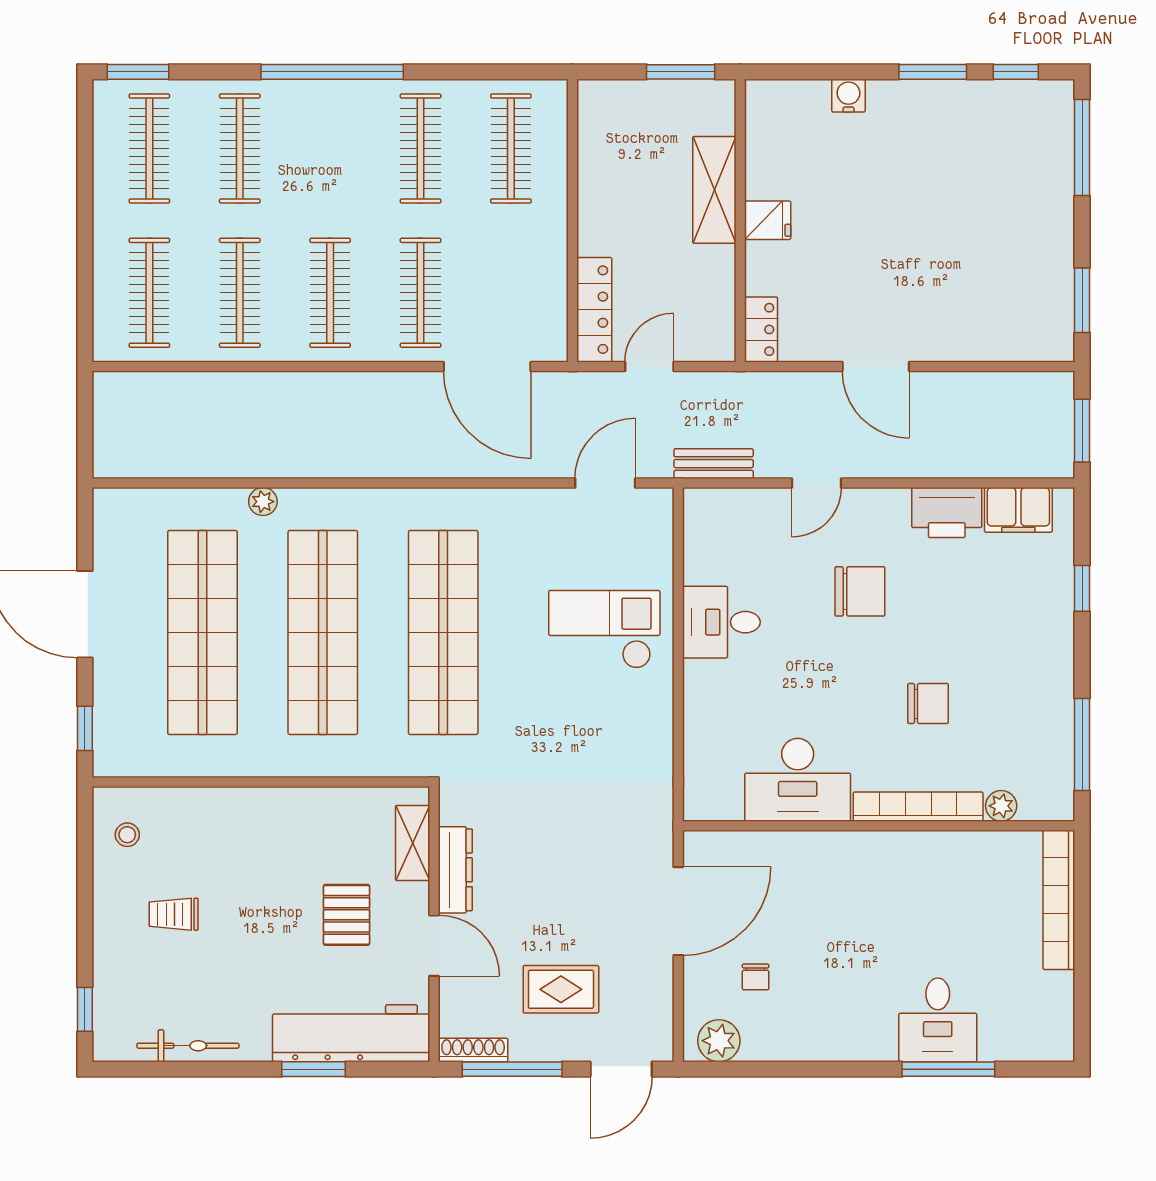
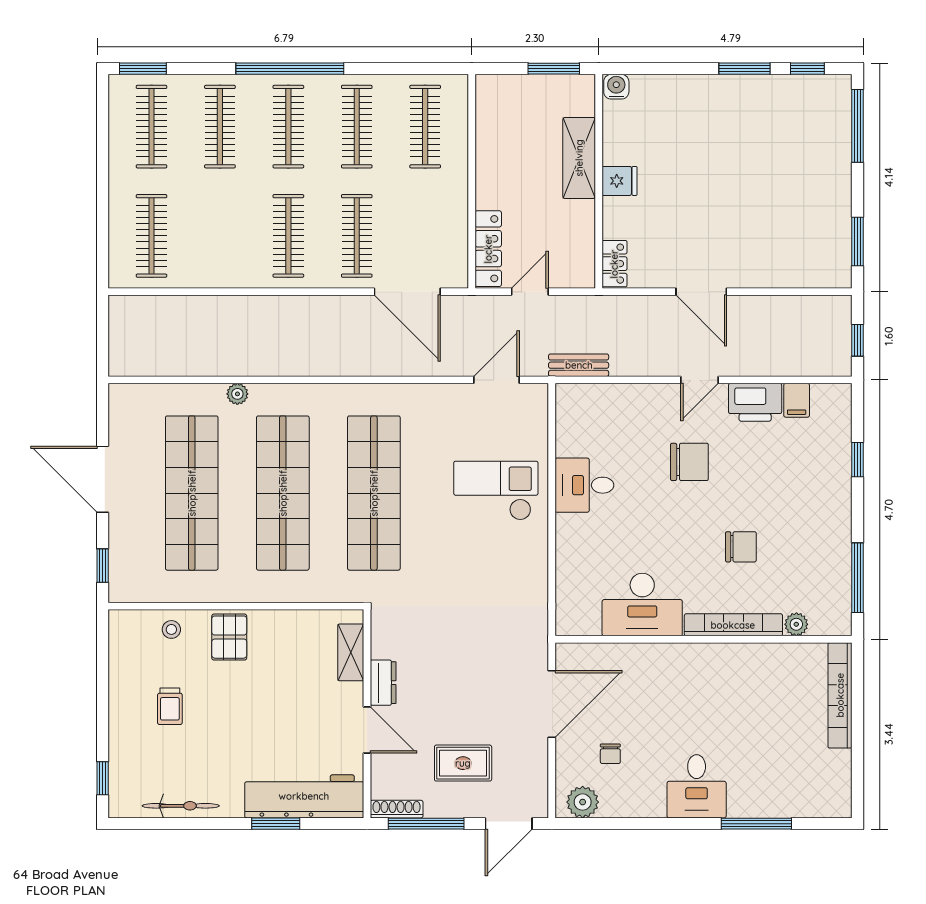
water cooler: (848, 96) -> (616, 87), moved
clothes rail: (240, 293) -> (288, 127), moved
window: (1082, 431) -> (858, 340), width x0.67
door: (816, 483) -> (699, 380), moved
filing cabinet: (1018, 510) -> (797, 400), width x0.50
stool: (127, 835) -> (171, 629), moved
dresser: (455, 870) -> (383, 683), width x0.70
trolley: (174, 914) -> (170, 706), turned -90
pallet: (347, 915) -> (229, 637), moved
desk: (938, 1020) -> (697, 786), moved

